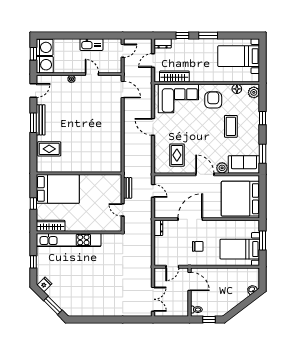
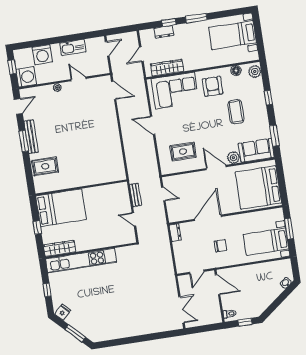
dresser: (163, 43) -> (164, 32), moved
washing machine: (45, 47) -> (42, 55), moved, turned 90
rug: (177, 155) -> (183, 151), turned 90

